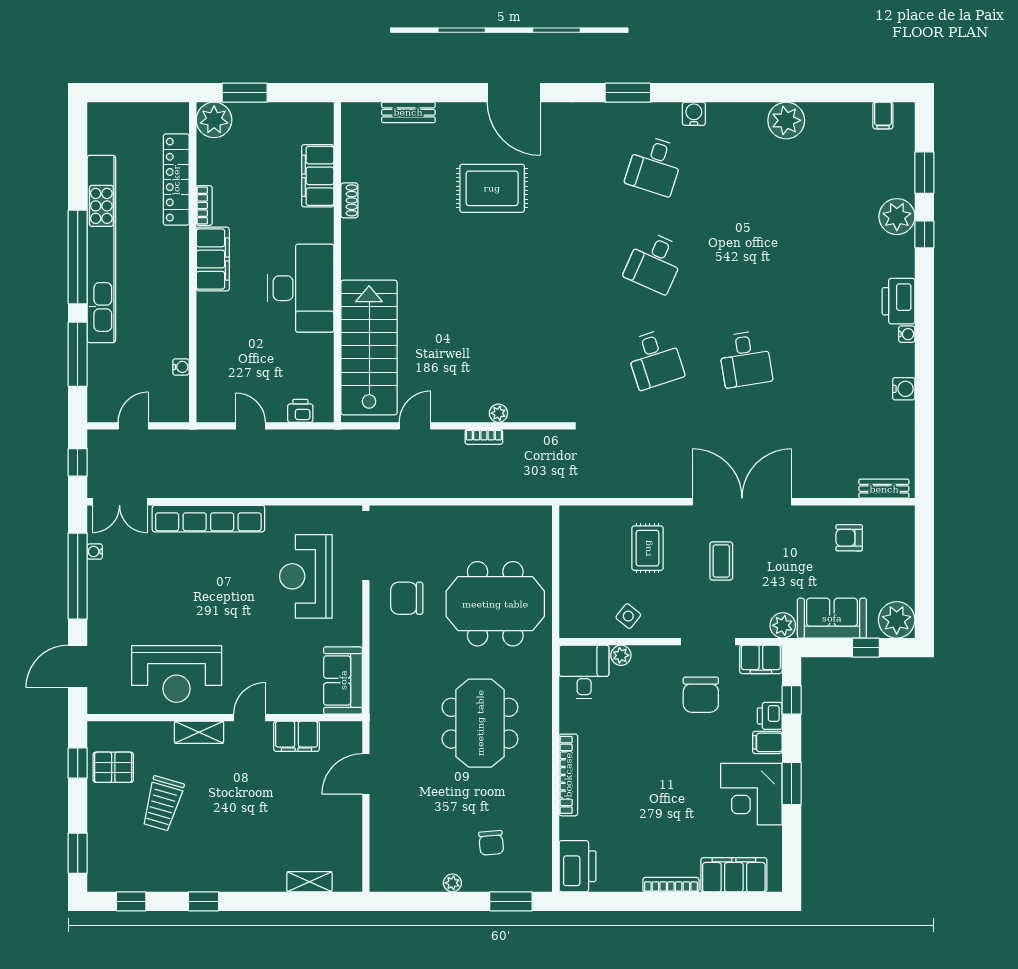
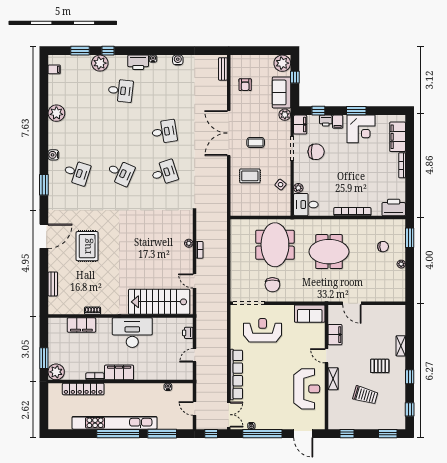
desk: (836, 262) -> (121, 91), added
reception desk: (306, 576) -> (263, 330), turned 180
pallet: (113, 767) -> (380, 366), moved, turned 90
shelving: (309, 882) -> (401, 346), moved

